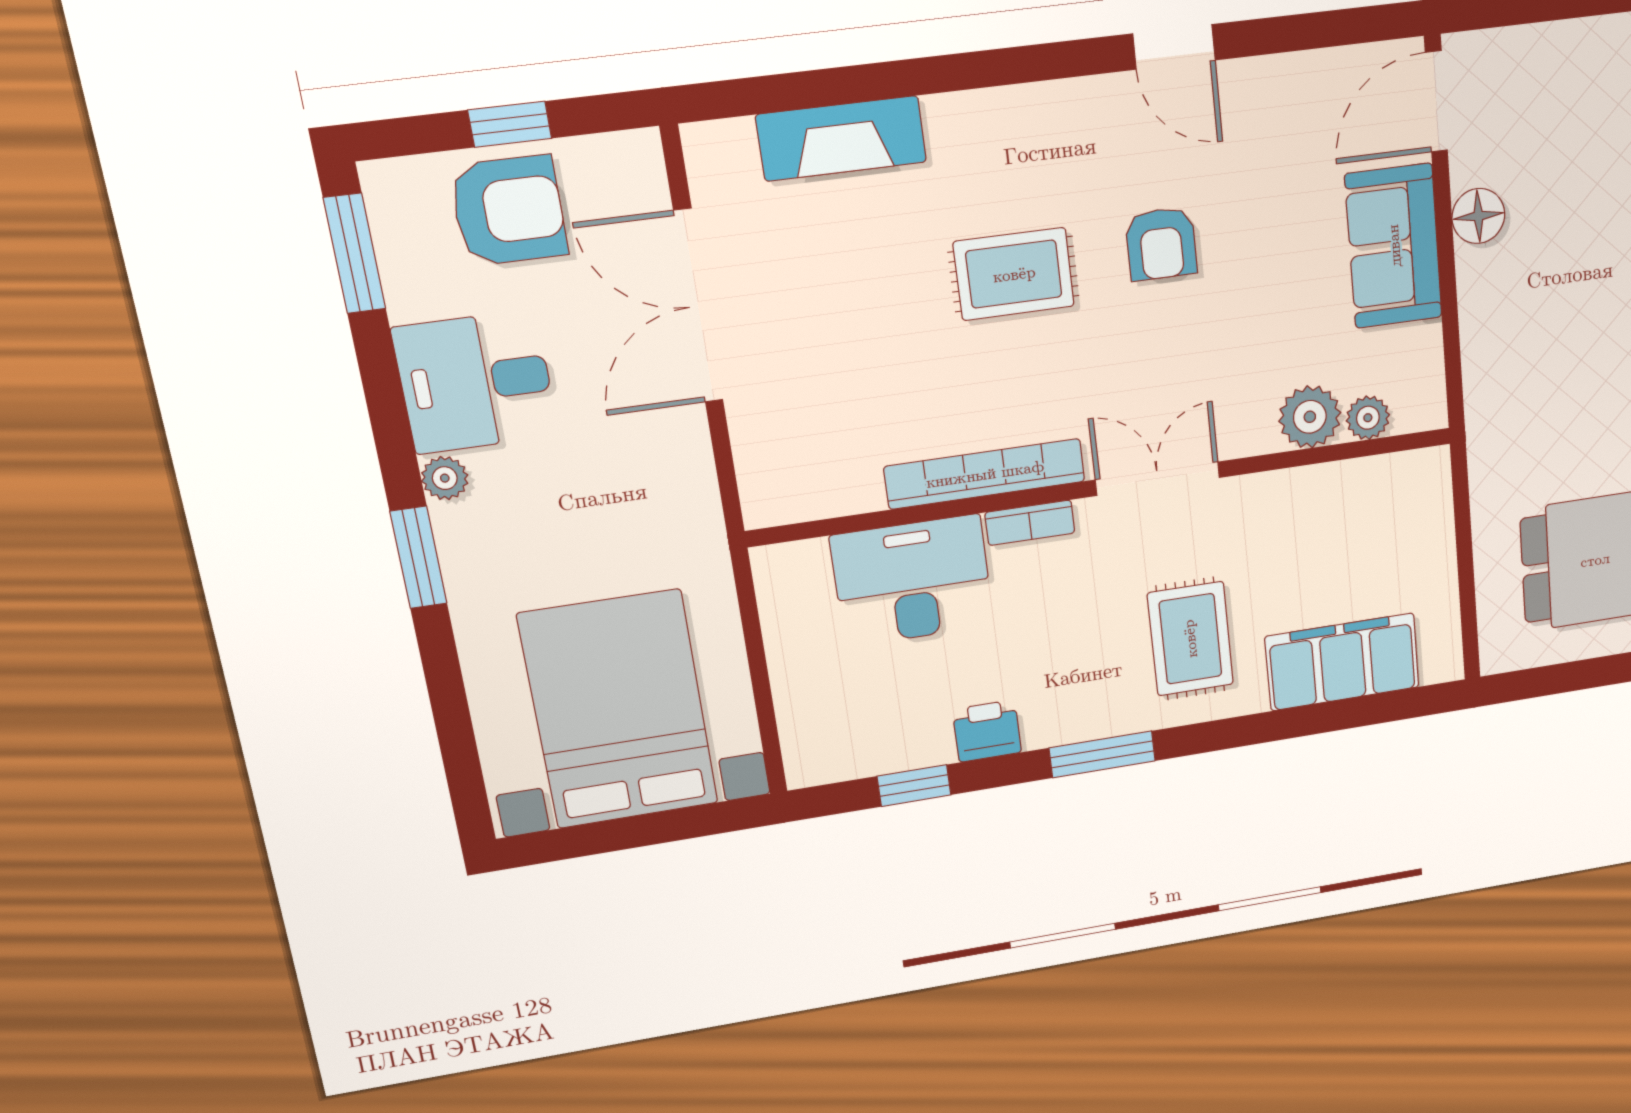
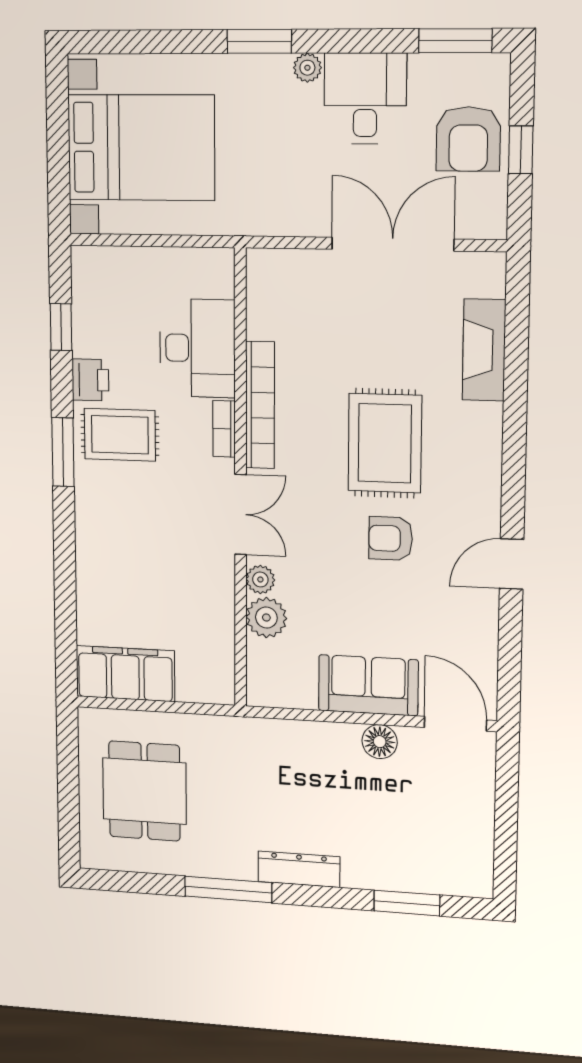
rug: (1014, 274) -> (385, 443), width x1.36, depth x1.43
plant: (1368, 418) -> (260, 579), moved
rug: (1190, 639) -> (120, 435), moved
filing cabinet: (1342, 662) -> (125, 674), moved, turned -90

